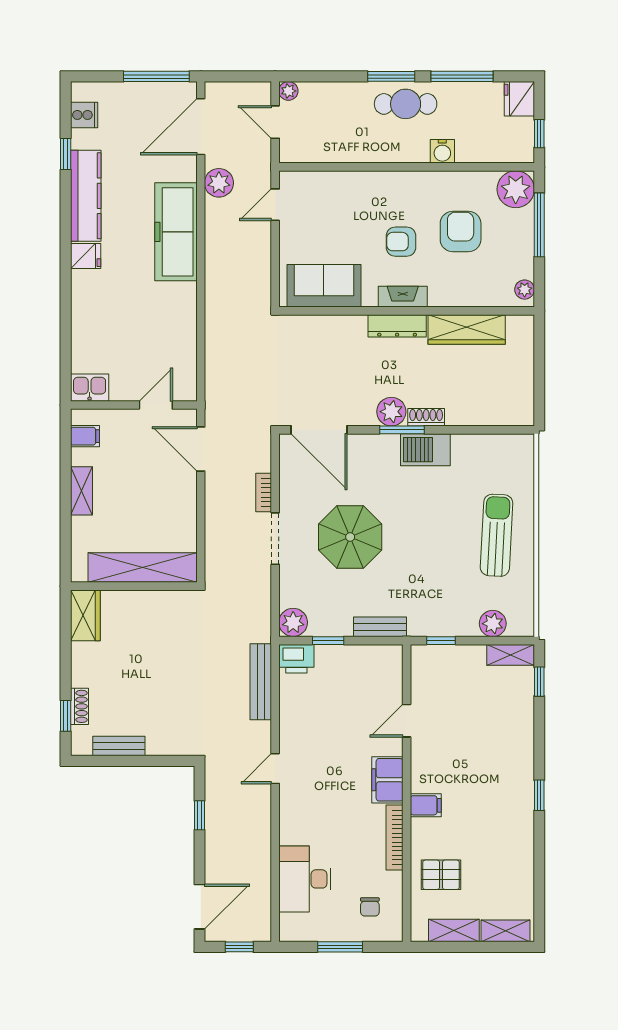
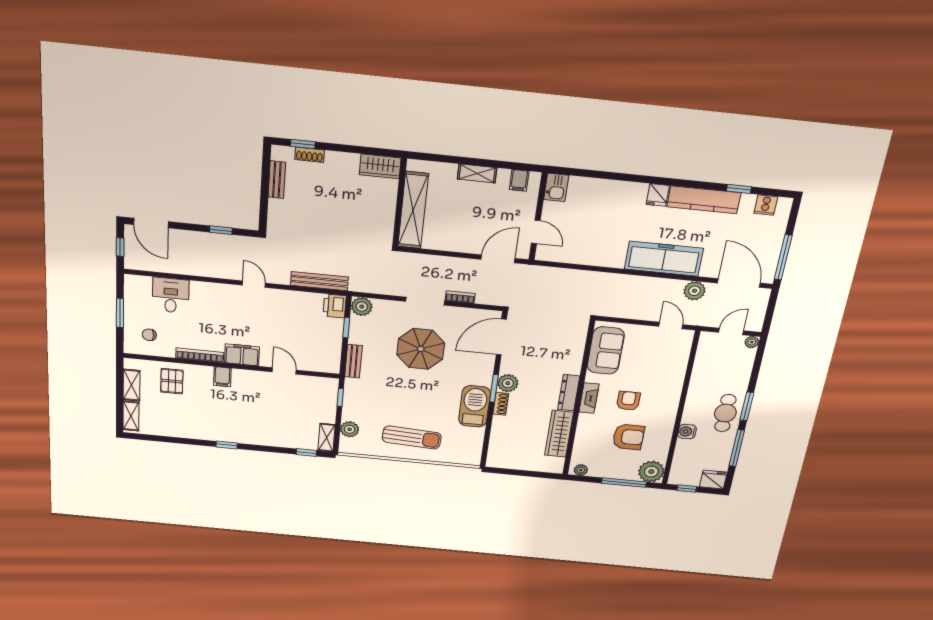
barbecue: (425, 450) -> (475, 406), width x1.37, depth x1.21
desk: (305, 879) -> (171, 295), width x0.73

